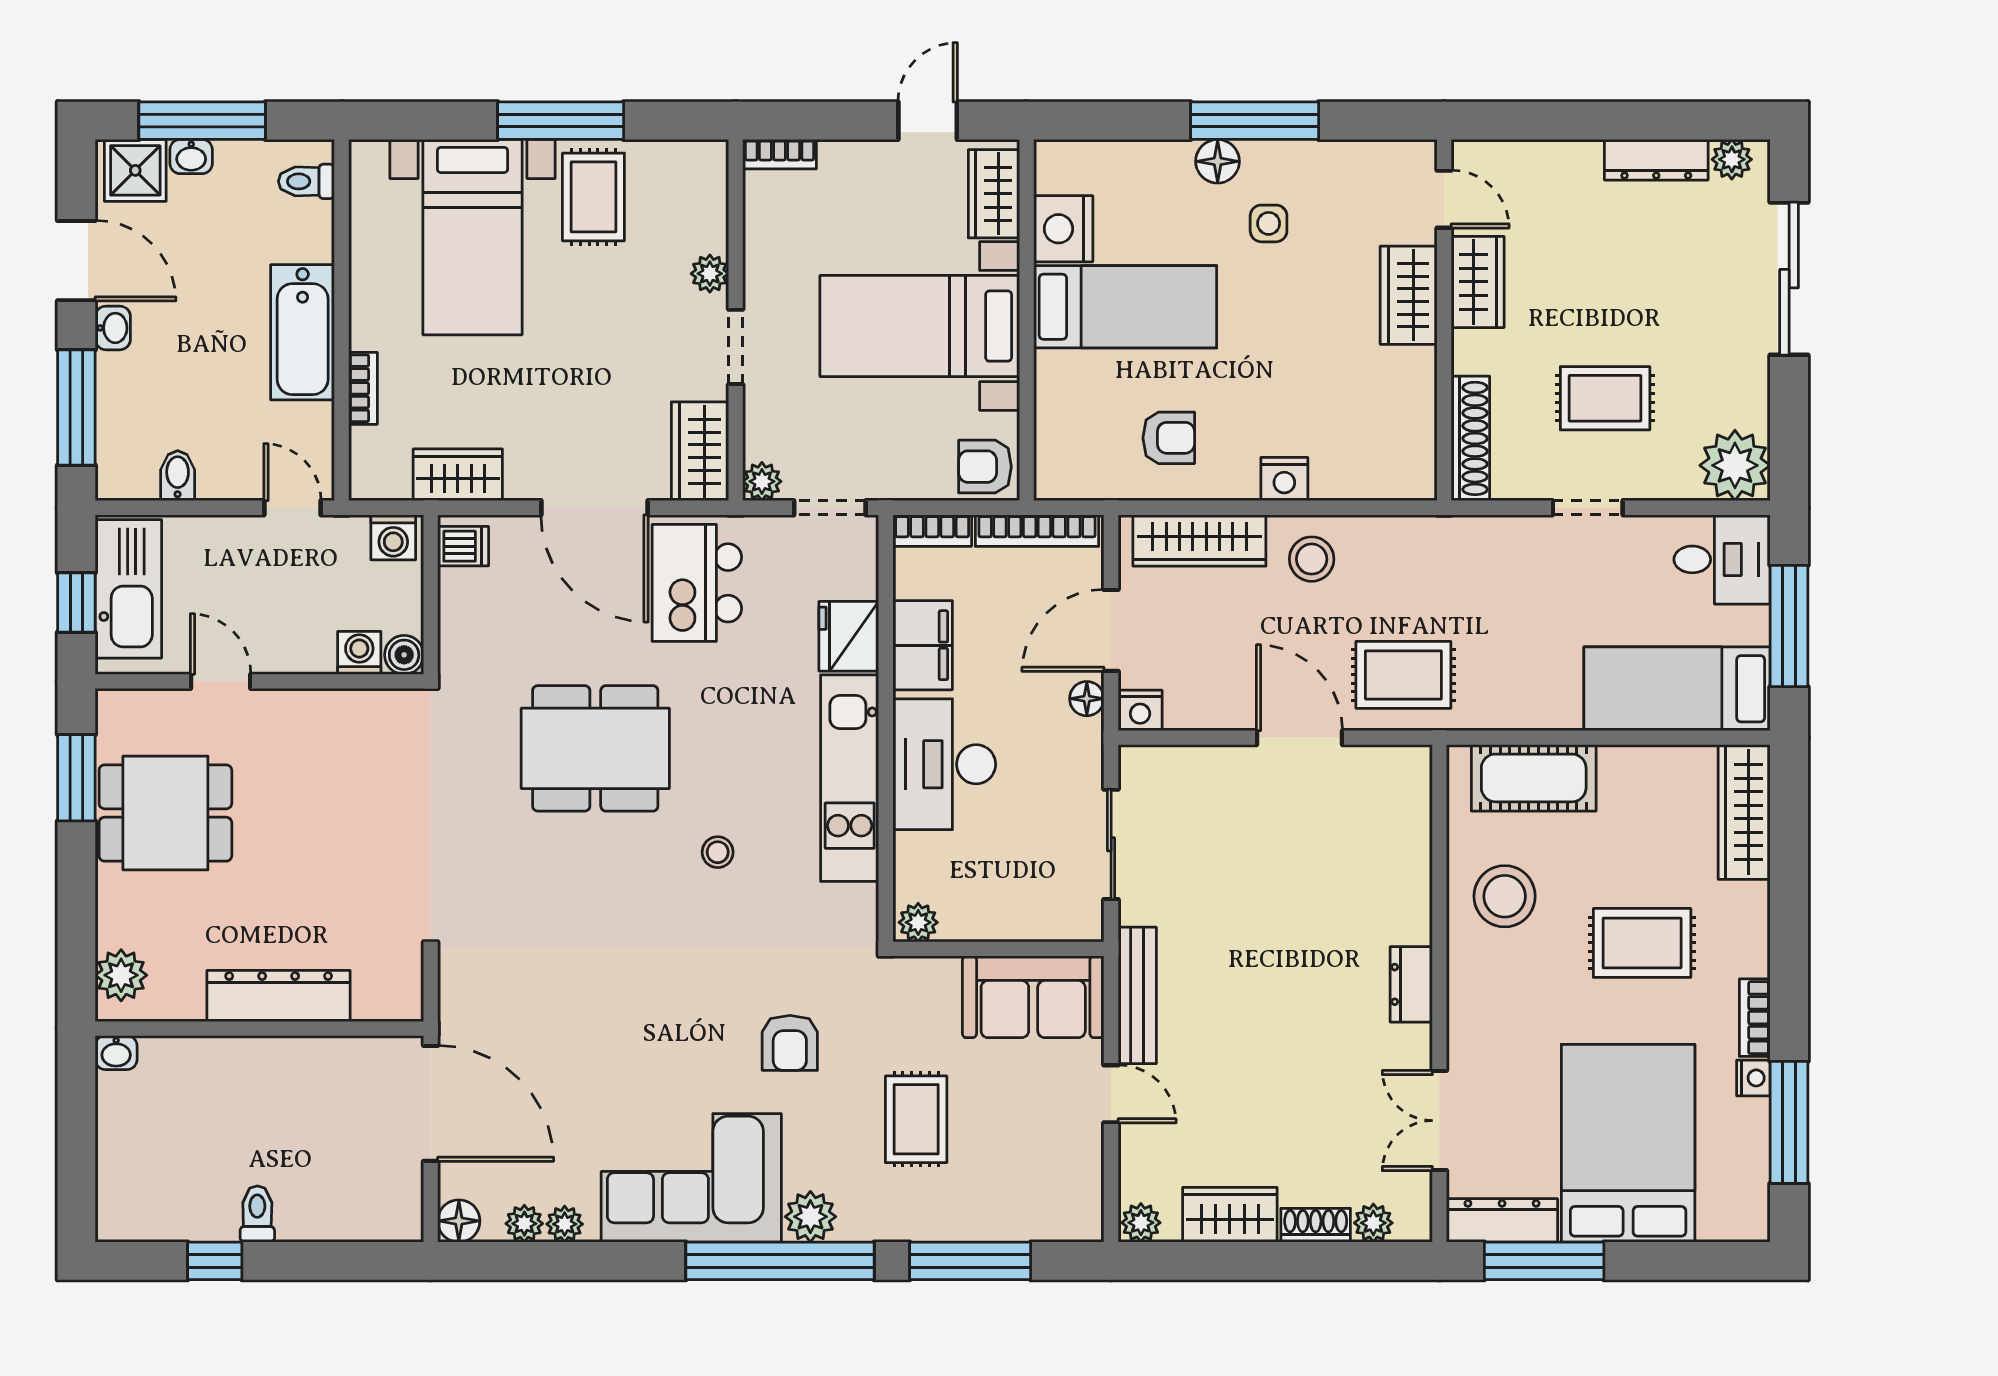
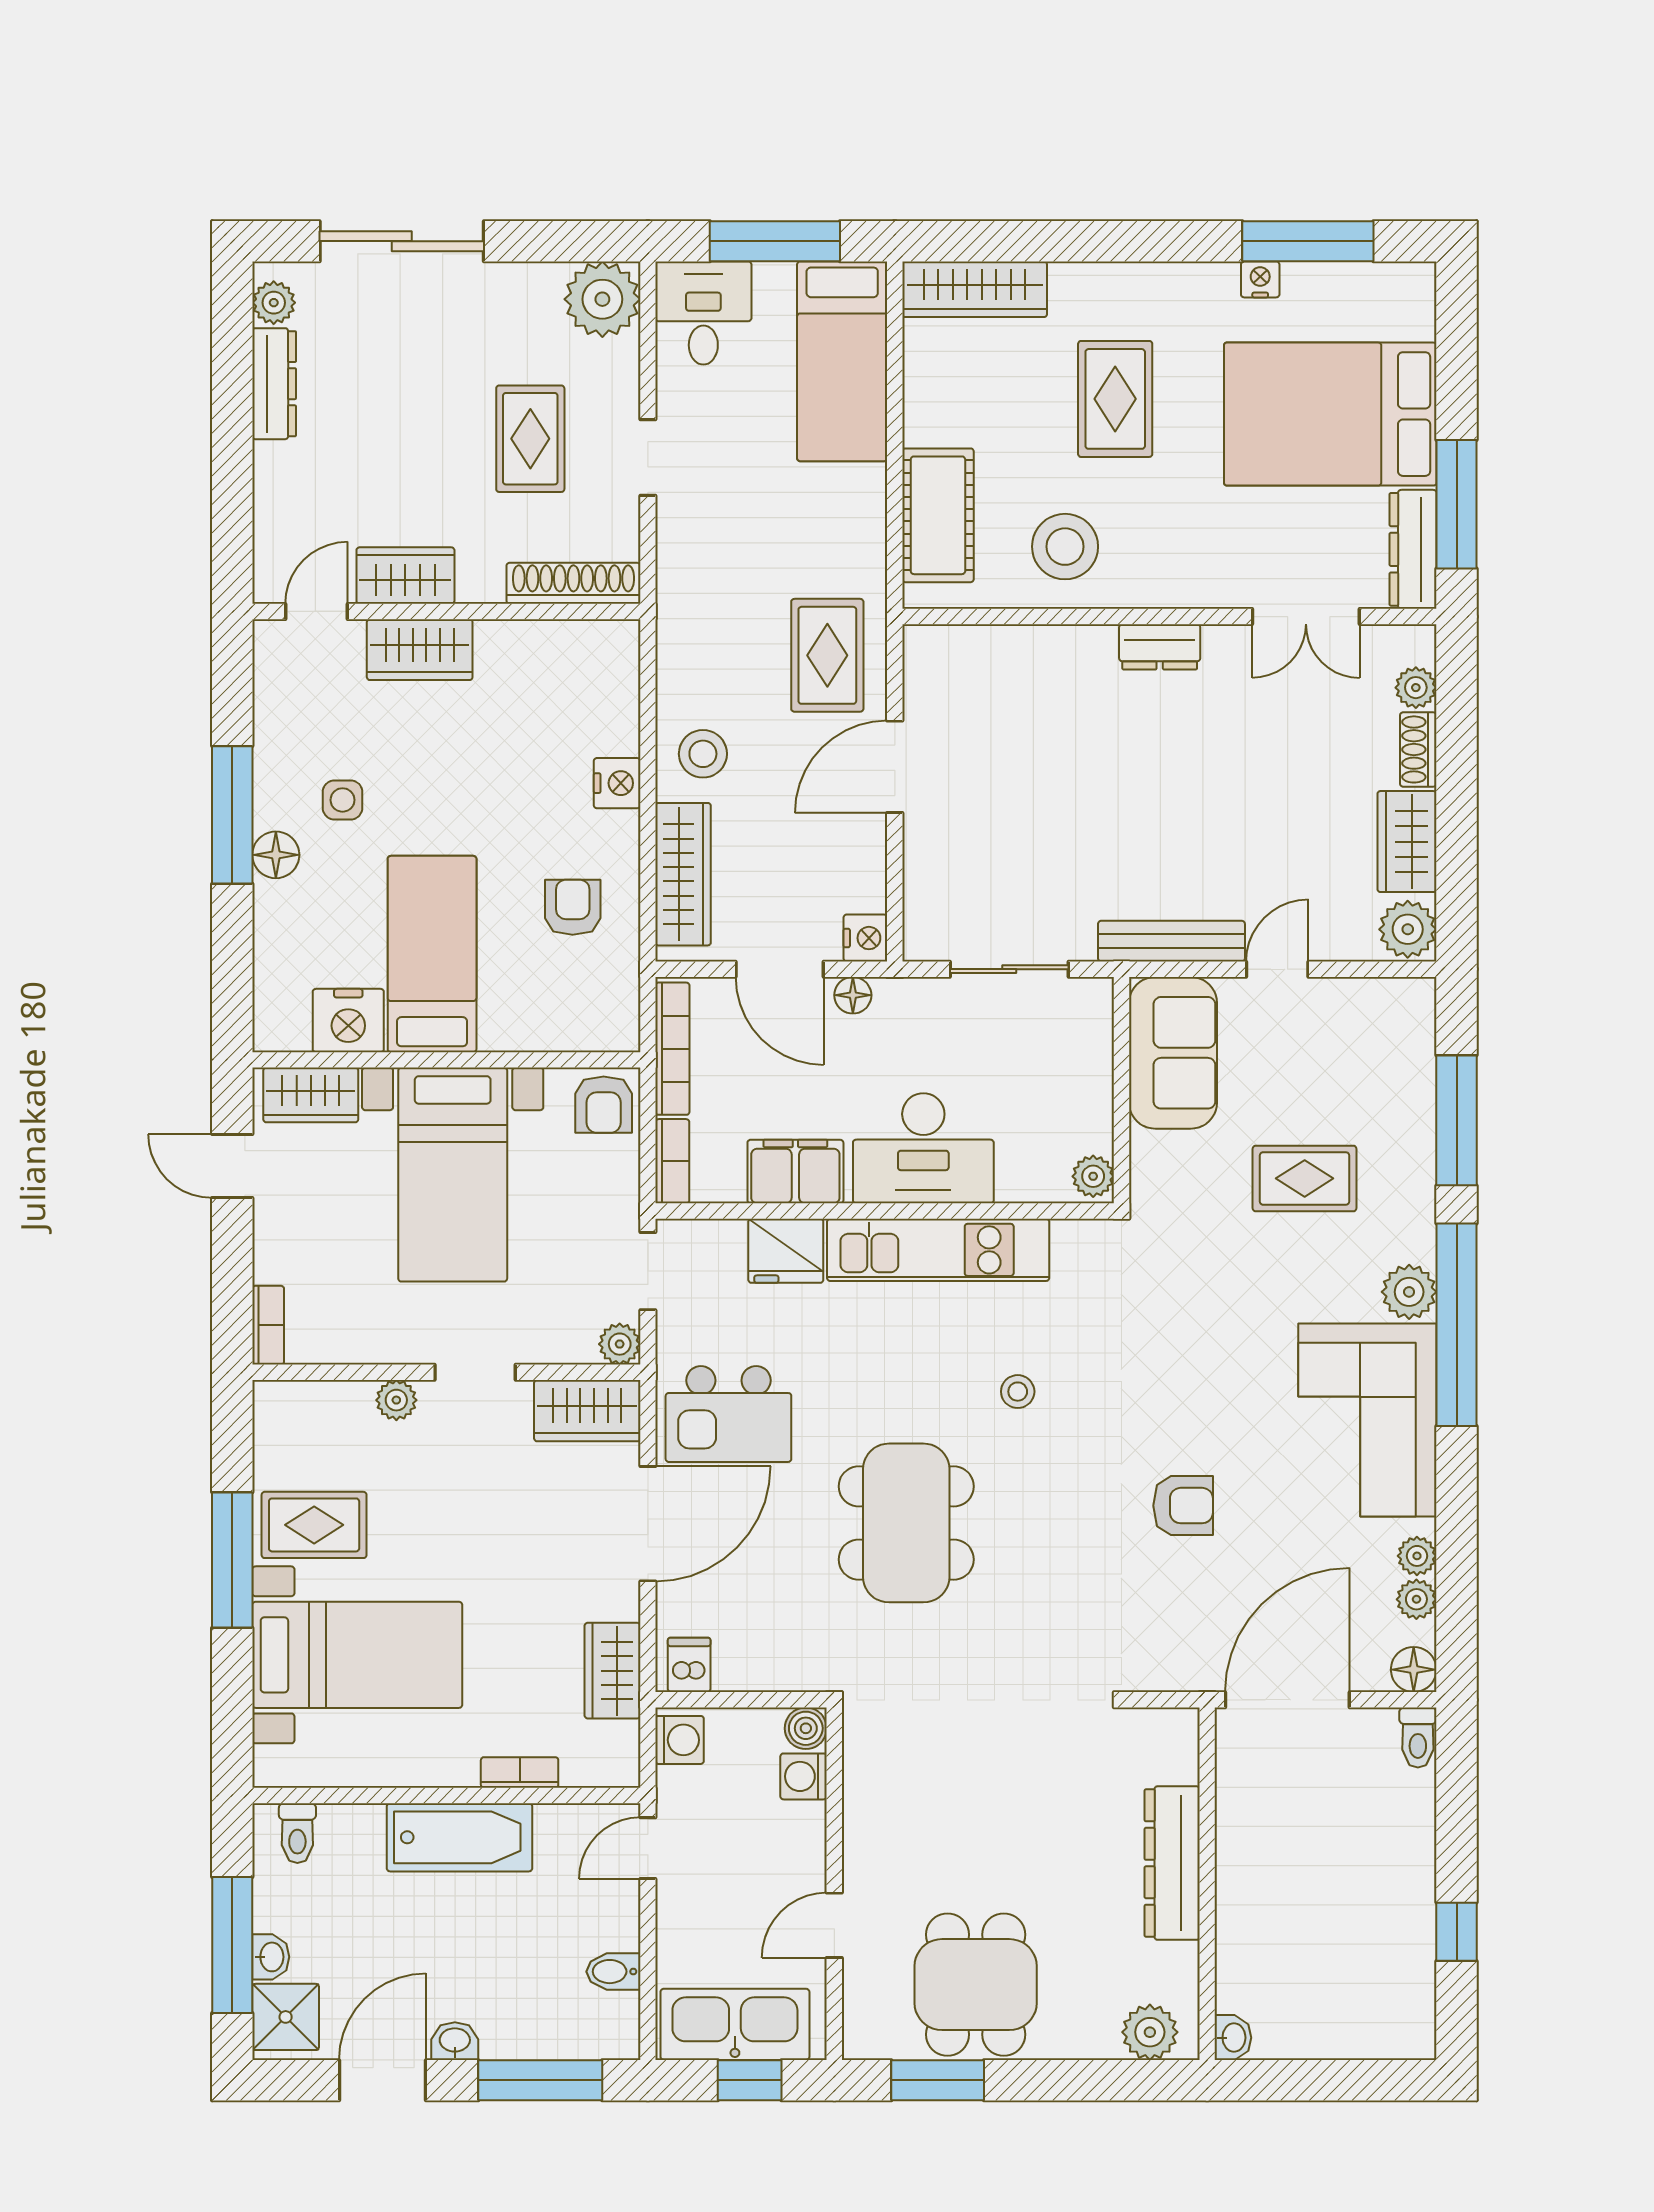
bookcase: (1755, 1018) -> (1195, 278), removed
armchair: (790, 1043) -> (1183, 1506), moved
toilet: (257, 1214) -> (1418, 1738), moved, turned -90
plant: (1141, 1223) -> (1408, 929), width x1.38, depth x1.38

